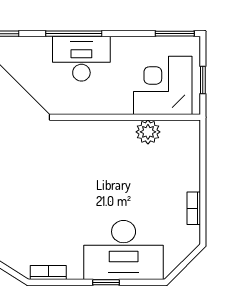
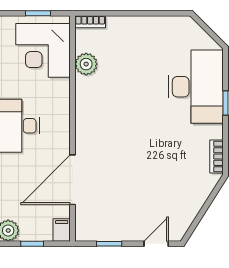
bookcase: (194, 208) -> (90, 22), moved

